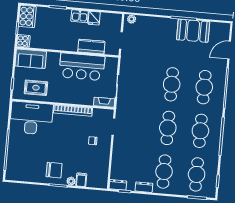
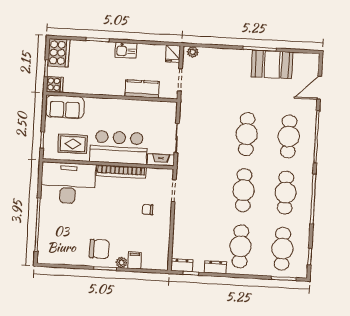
fridge: (94, 18) -> (173, 54), moved
bar counter: (82, 67) -> (119, 147), moved, turned 180

